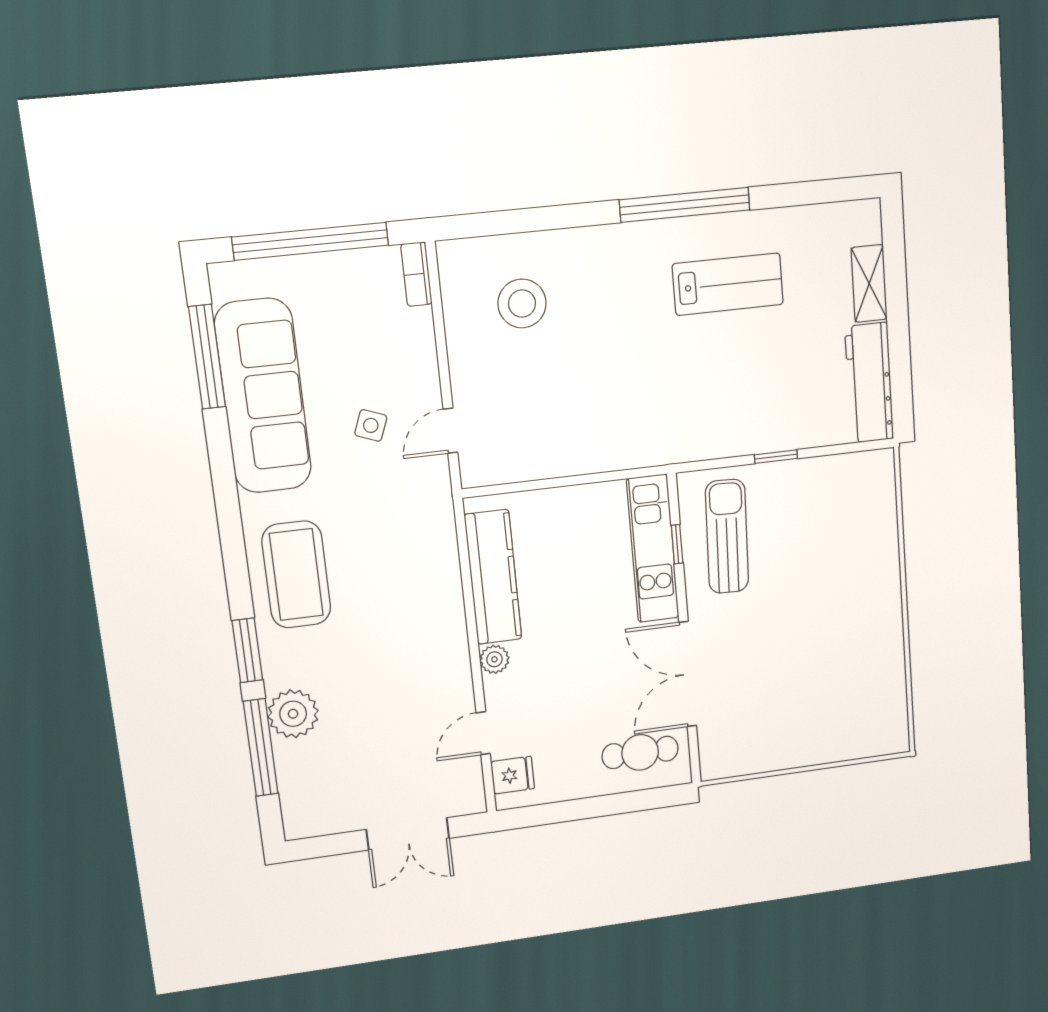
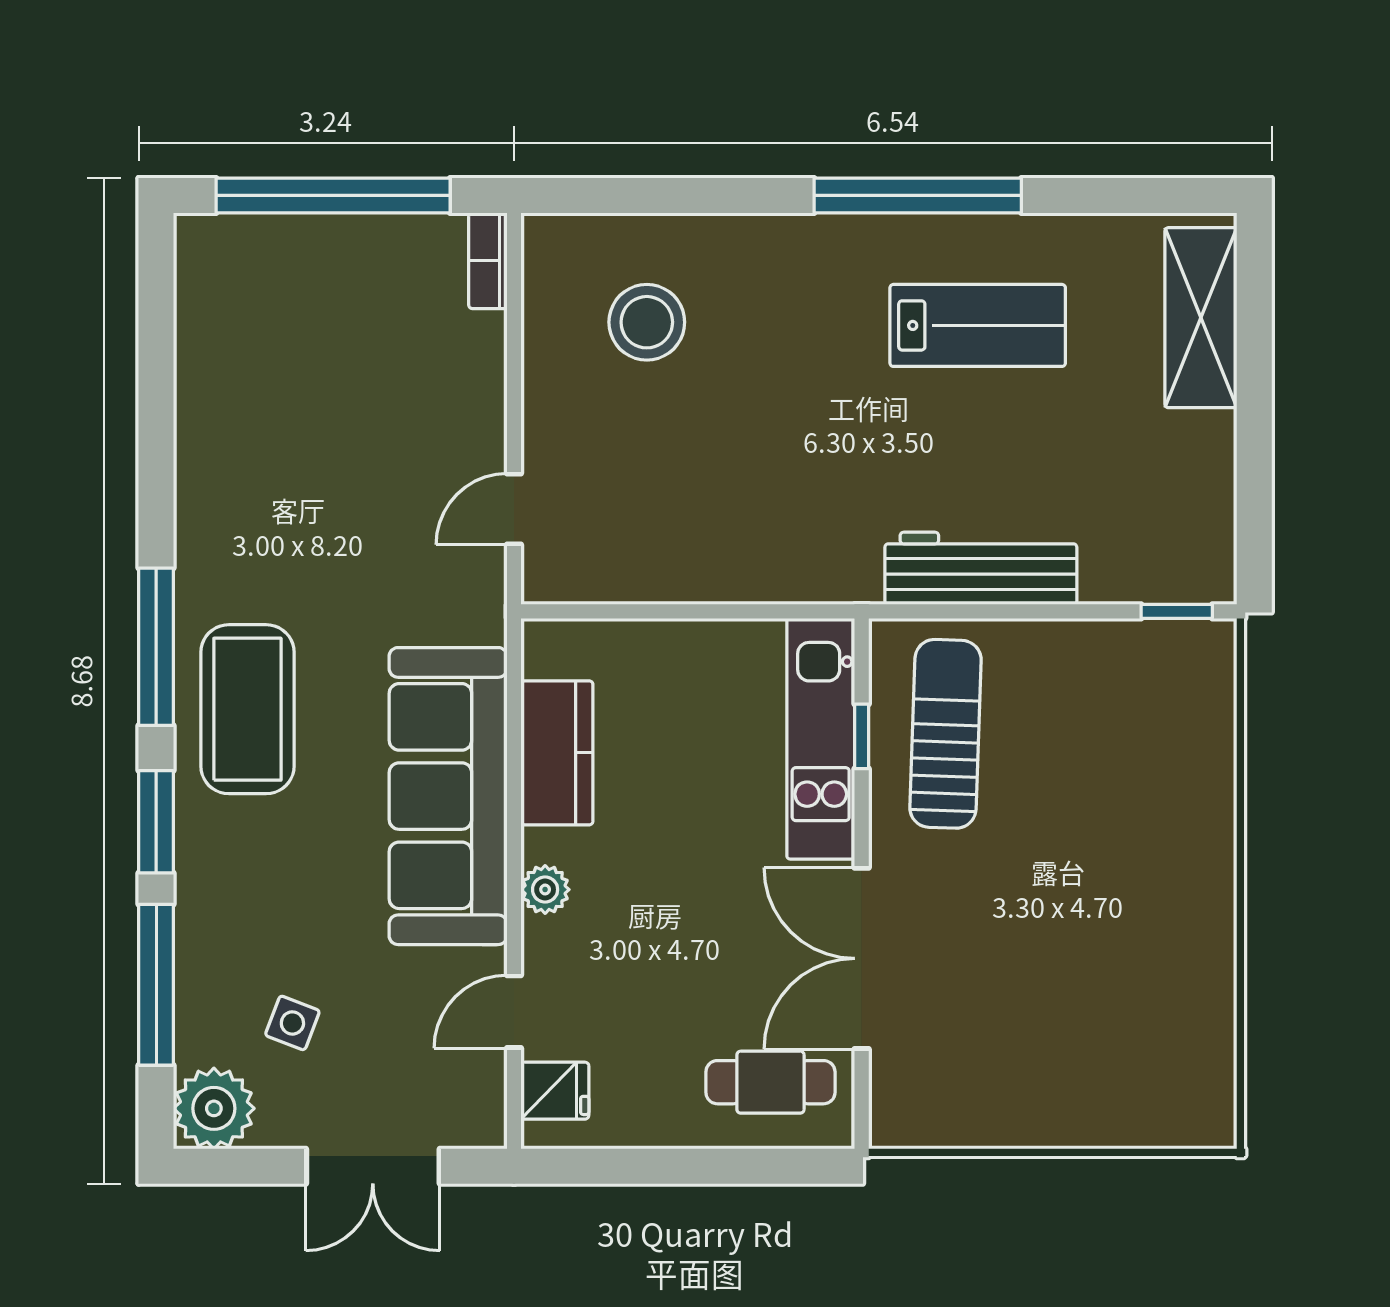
shelving: (869, 283) -> (1201, 318), width x1.50, depth x1.33
window: (207, 357) -> (156, 647), moved
workbench: (869, 383) -> (981, 568), moved, turned 90
sofa: (263, 396) -> (448, 796), moved, turned 180
side table: (371, 425) -> (292, 1023), moved
window: (776, 457) -> (1177, 611), moved
kitchen counter: (493, 577) -> (557, 753), width x0.67
plant: (293, 714) -> (214, 1108), moved

